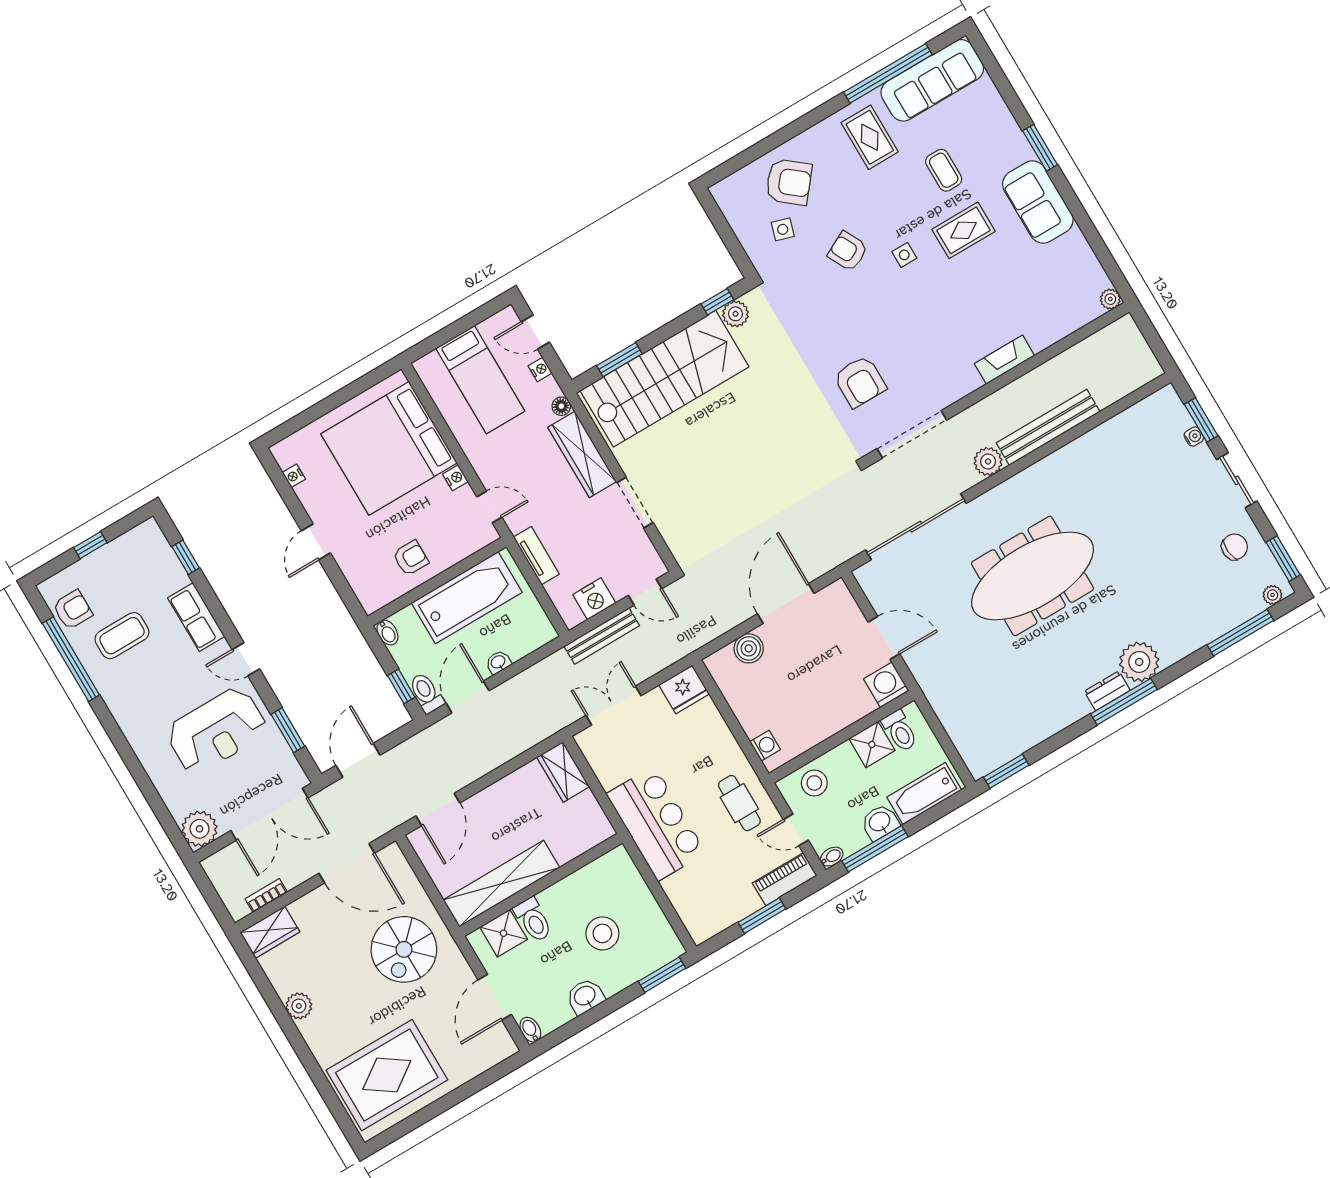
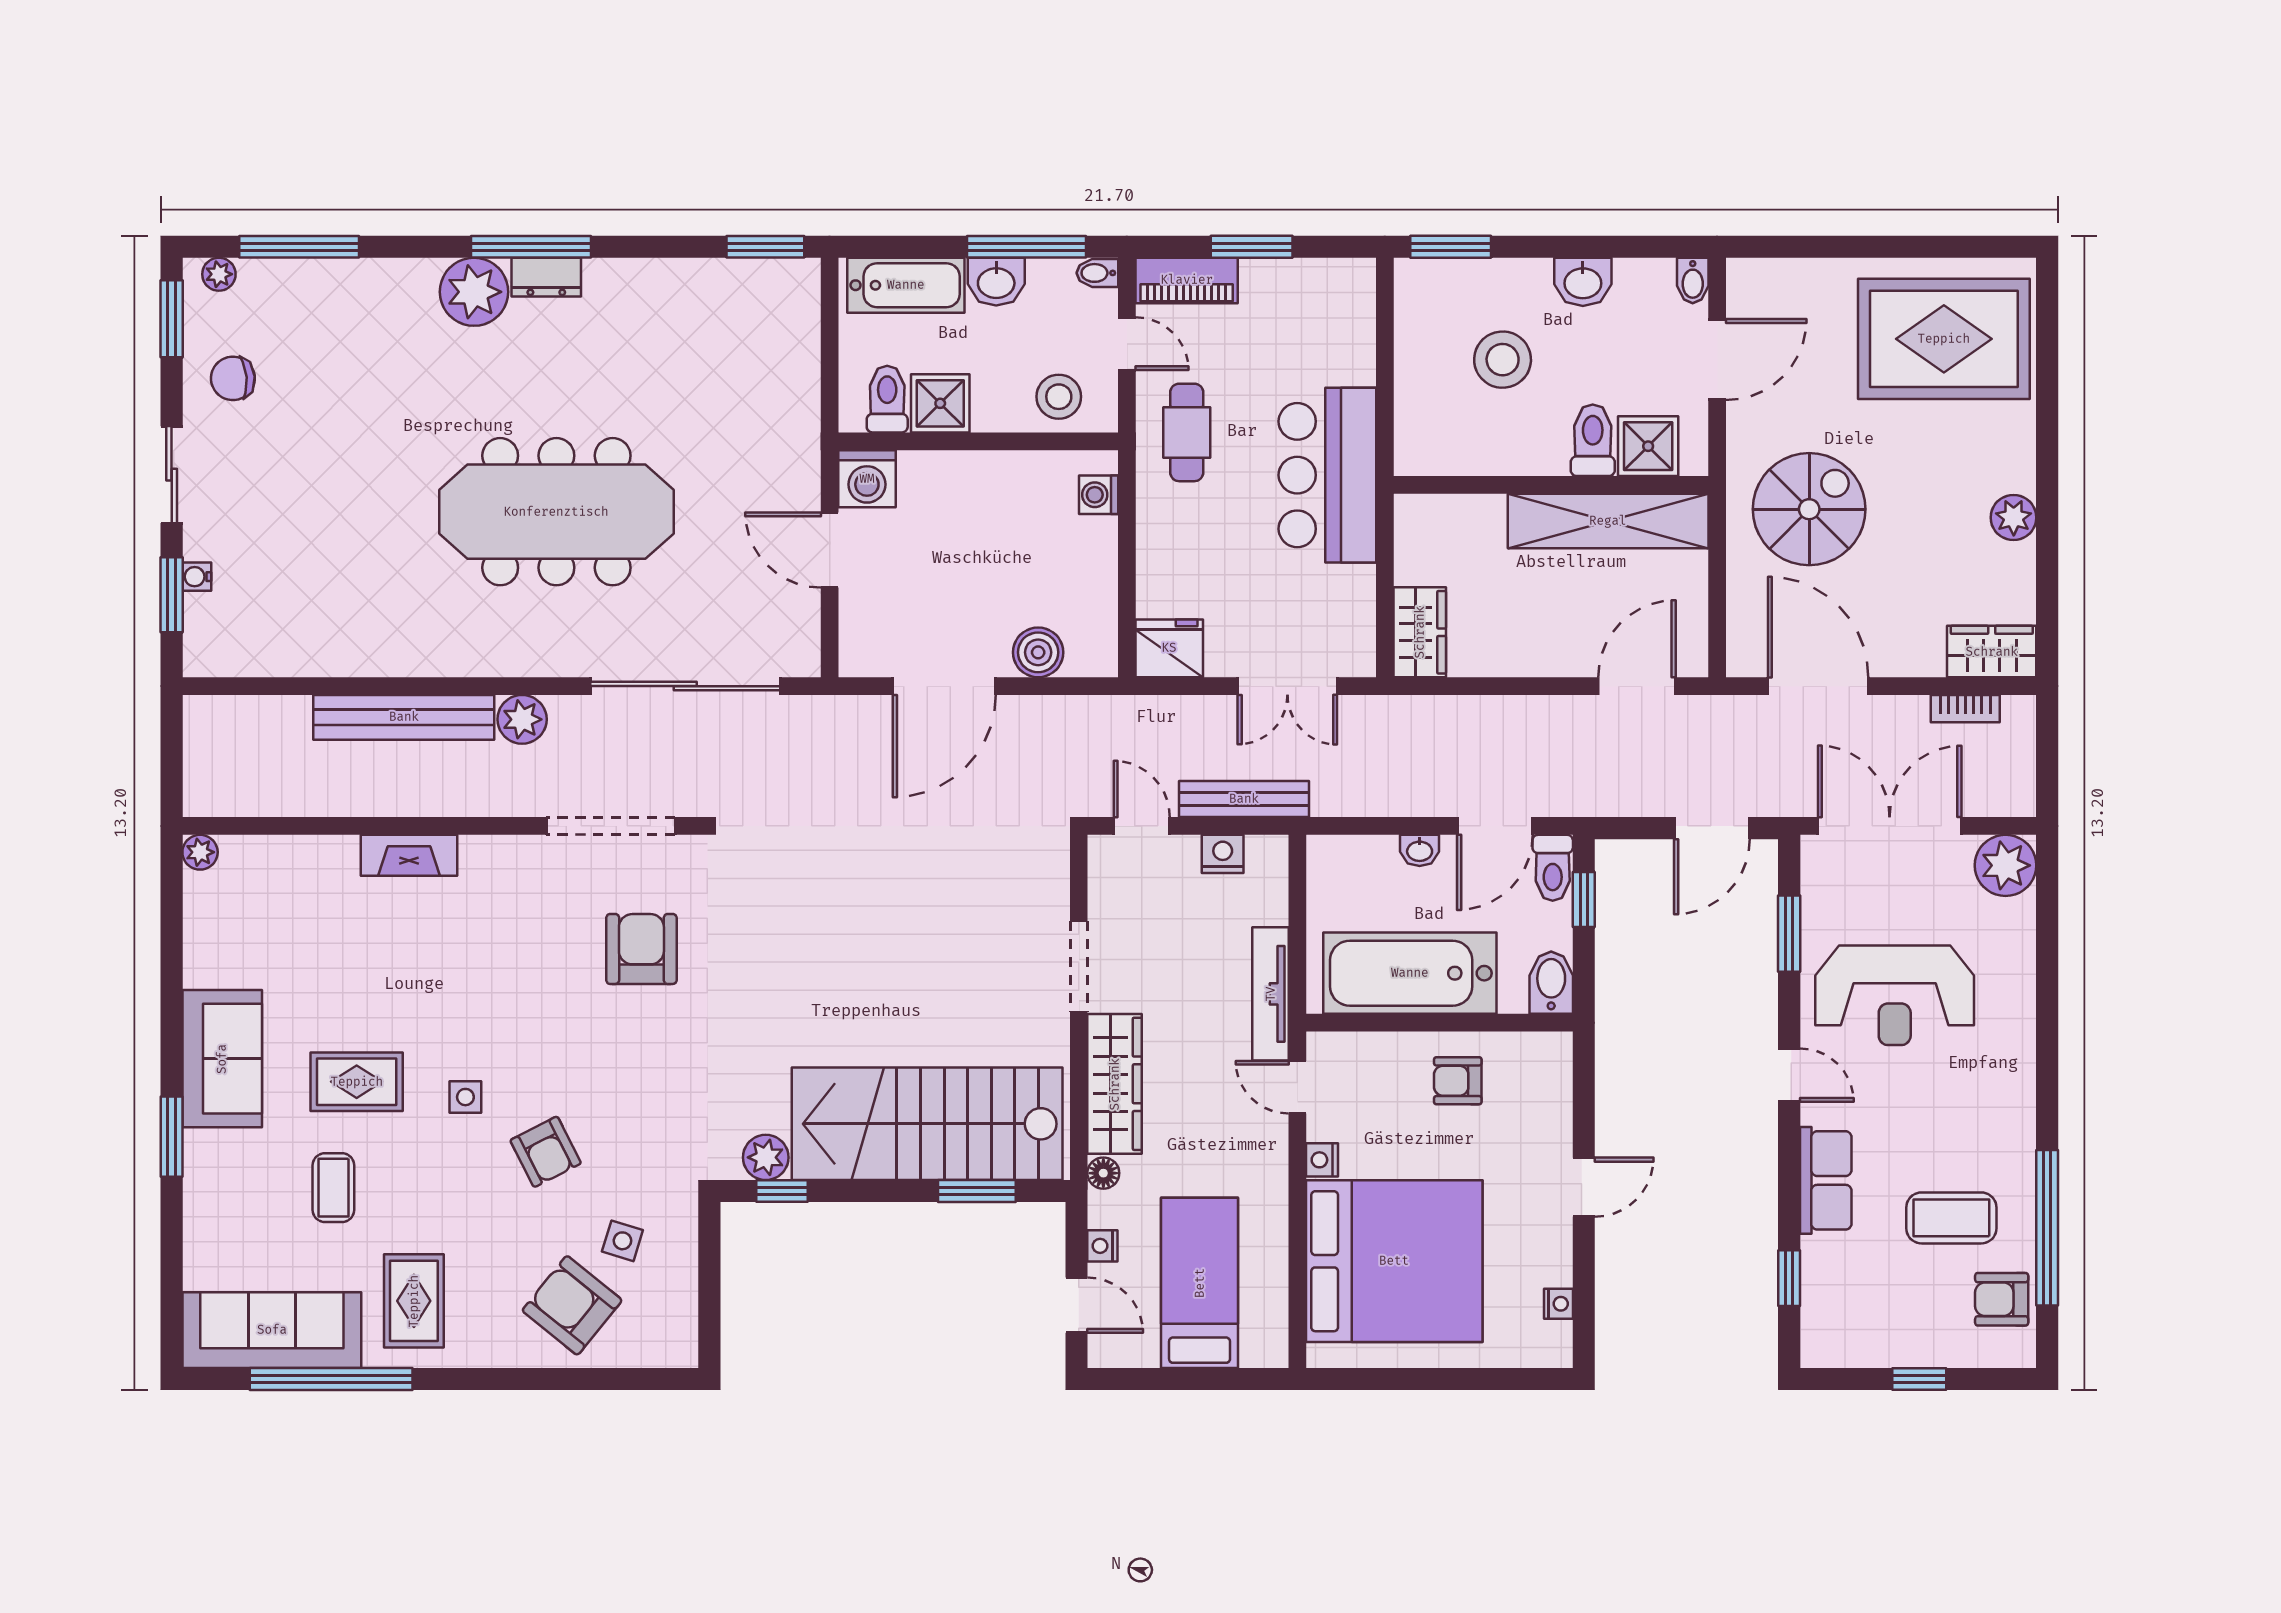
tv unit: (536, 556) -> (1271, 994), width x1.41
nightstand: (594, 599) -> (1223, 854), width x0.74, depth x0.75
bidet: (387, 633) -> (1551, 983), width x1.38, depth x1.36
reception desk: (217, 731) -> (1895, 995), turned 180

